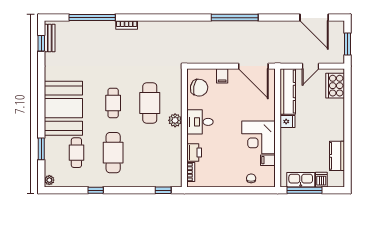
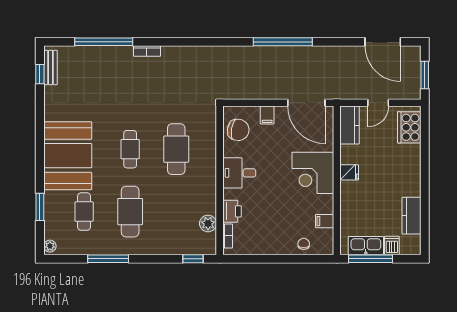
kitchen counter: (288, 91) -> (350, 125), width x0.67
plant: (175, 120) -> (208, 223), moved
corner desk: (259, 137) -> (313, 173), moved
window: (96, 190) -> (108, 259), width x2.17

